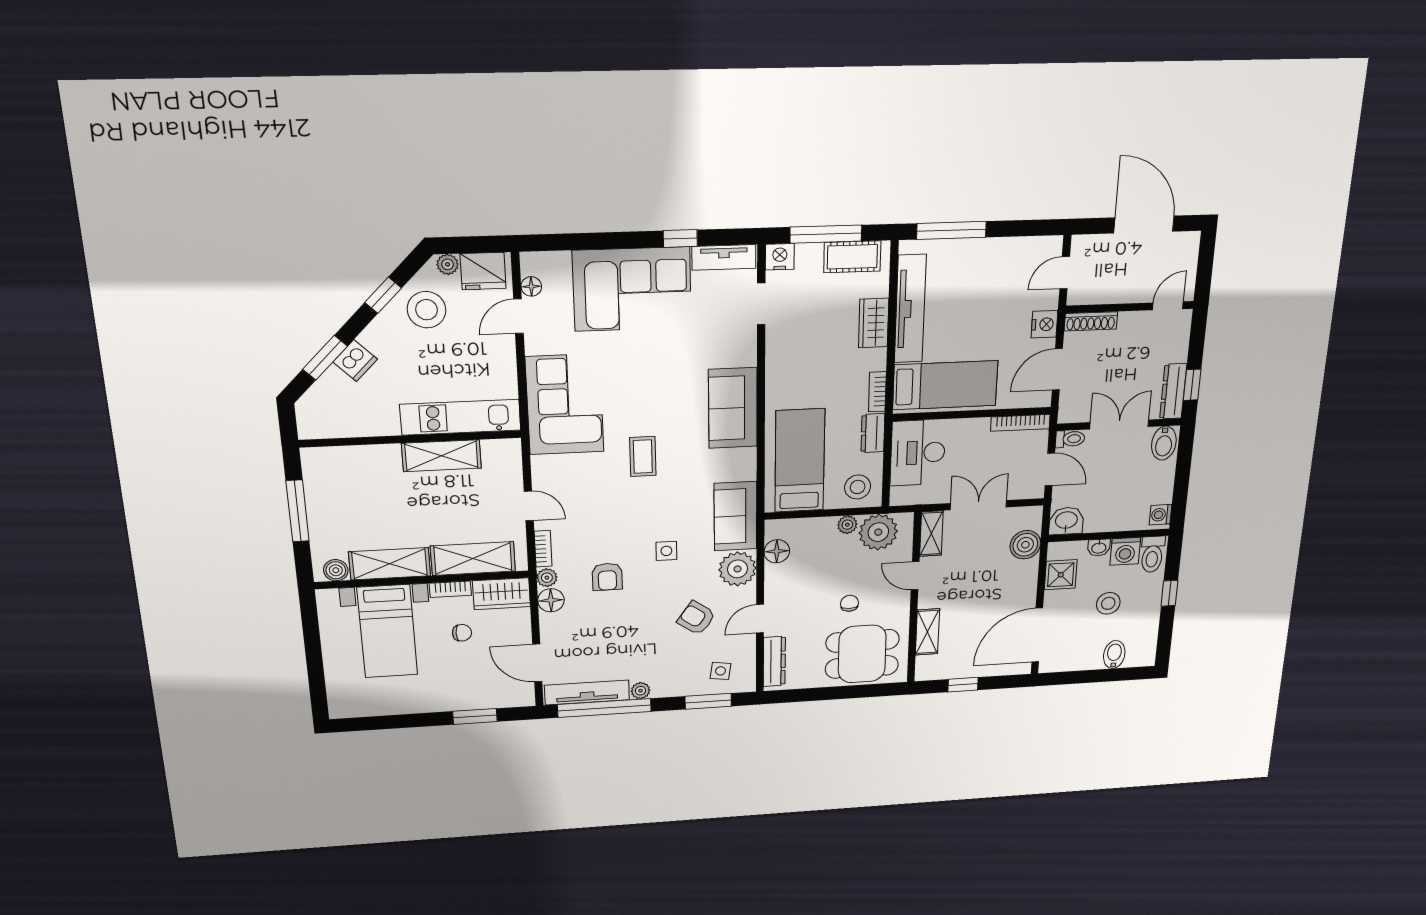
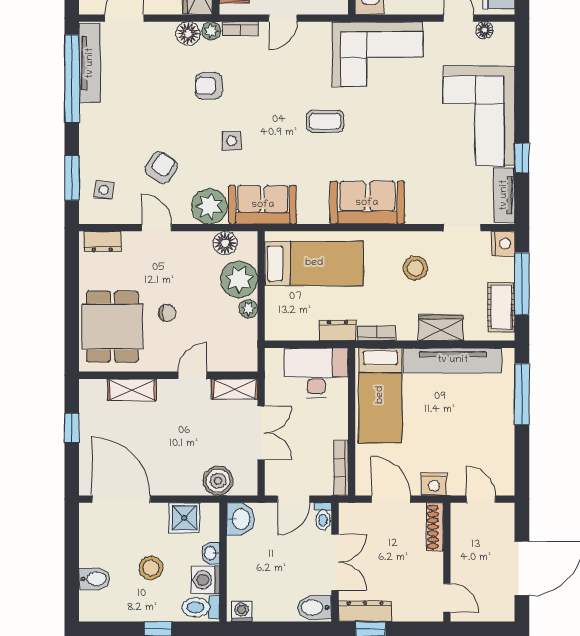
stool: (858, 487) -> (415, 268), moved
plant: (878, 532) -> (239, 279), moved
dresser: (774, 661) -> (102, 242), width x0.70
plant: (641, 691) -> (88, 113), removed

